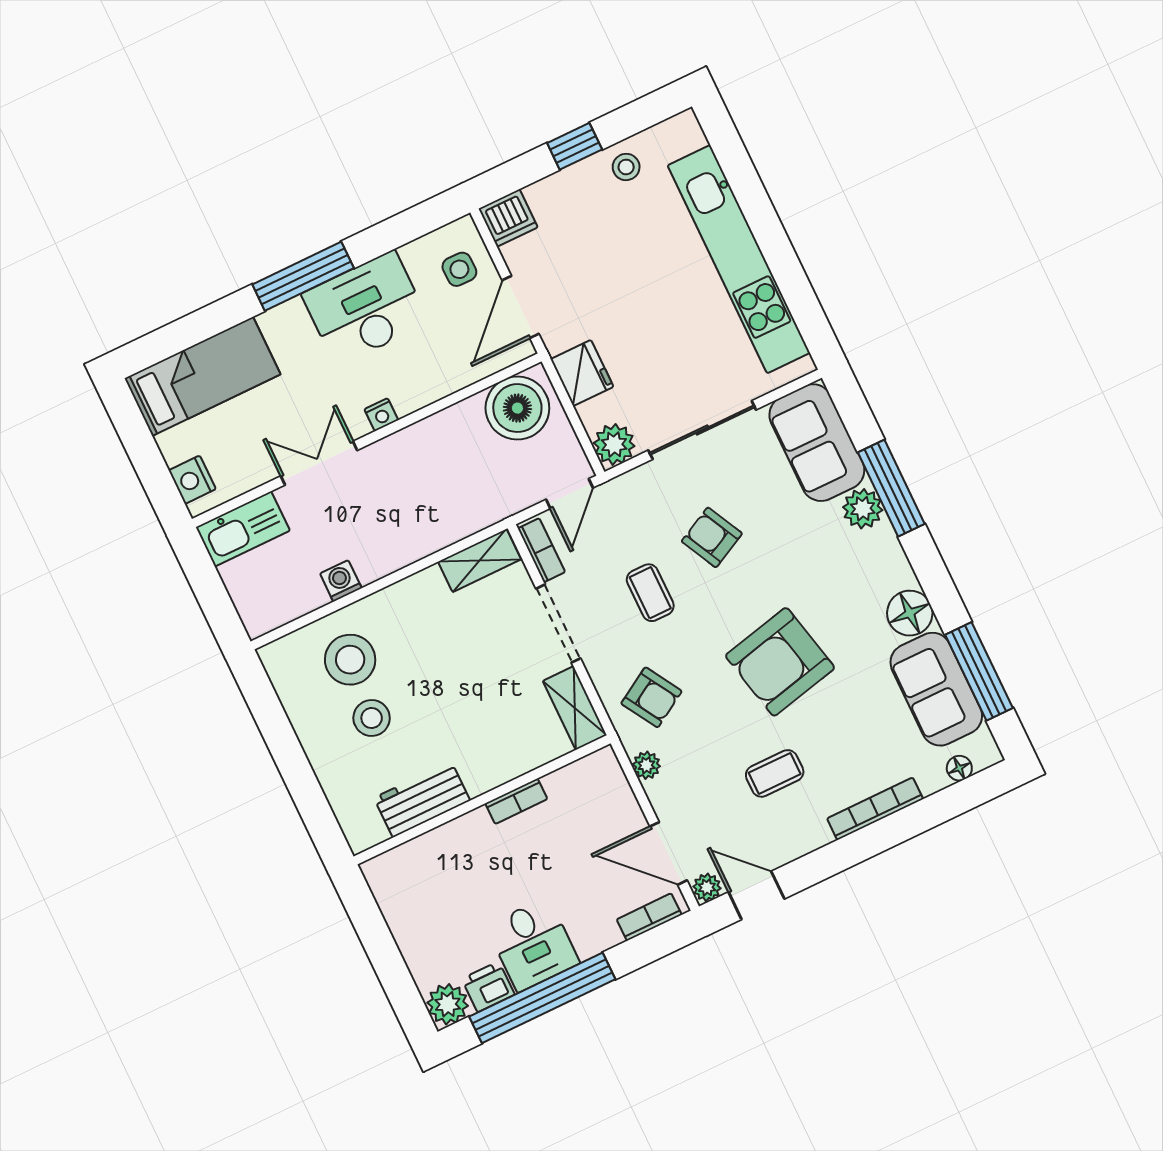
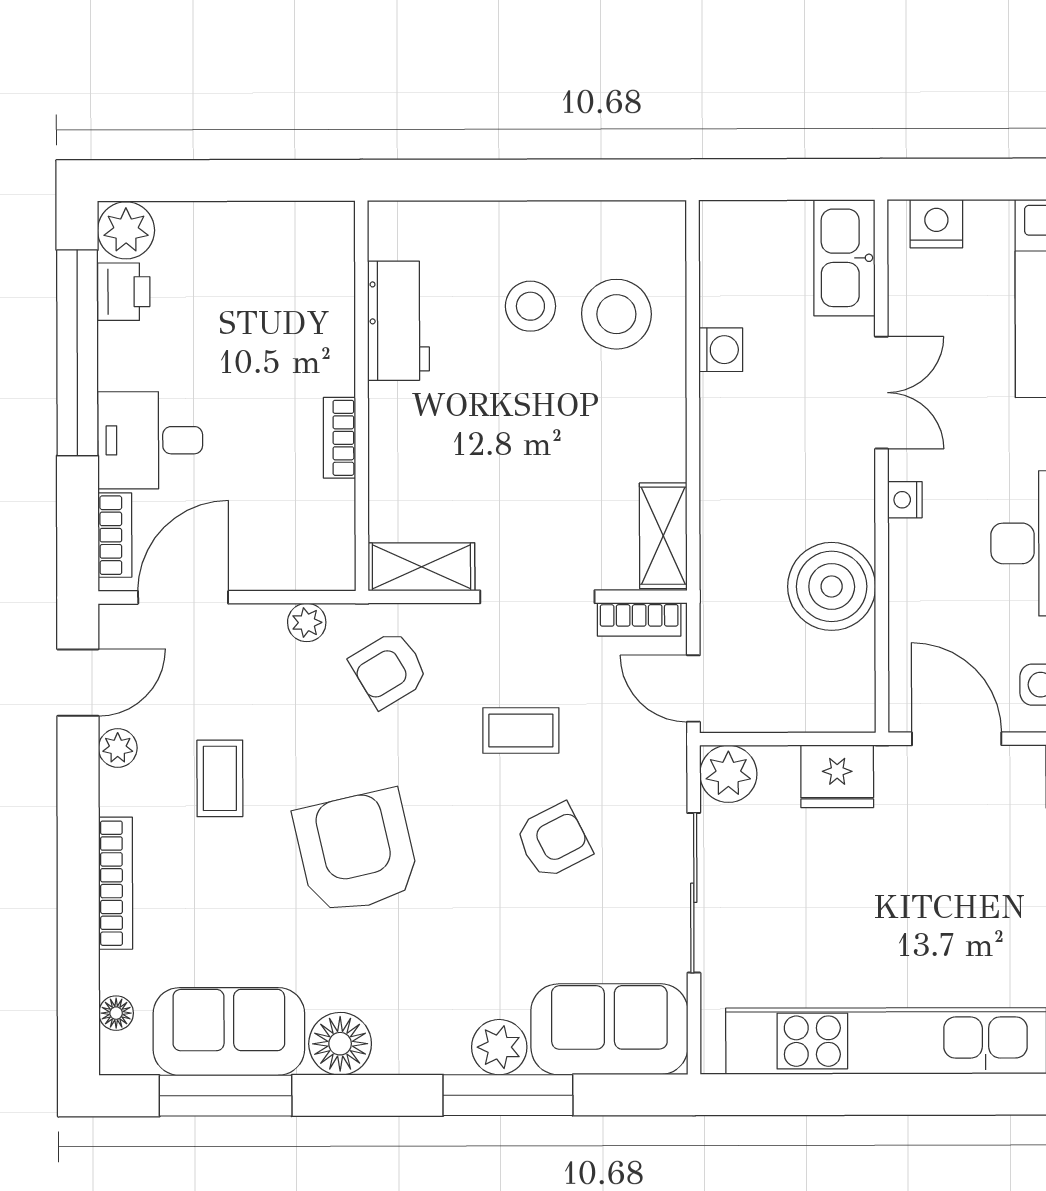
boiler: (517, 408) -> (832, 586), moved
plant: (707, 887) -> (118, 748), moved
desk: (533, 944) -> (150, 440), moved

